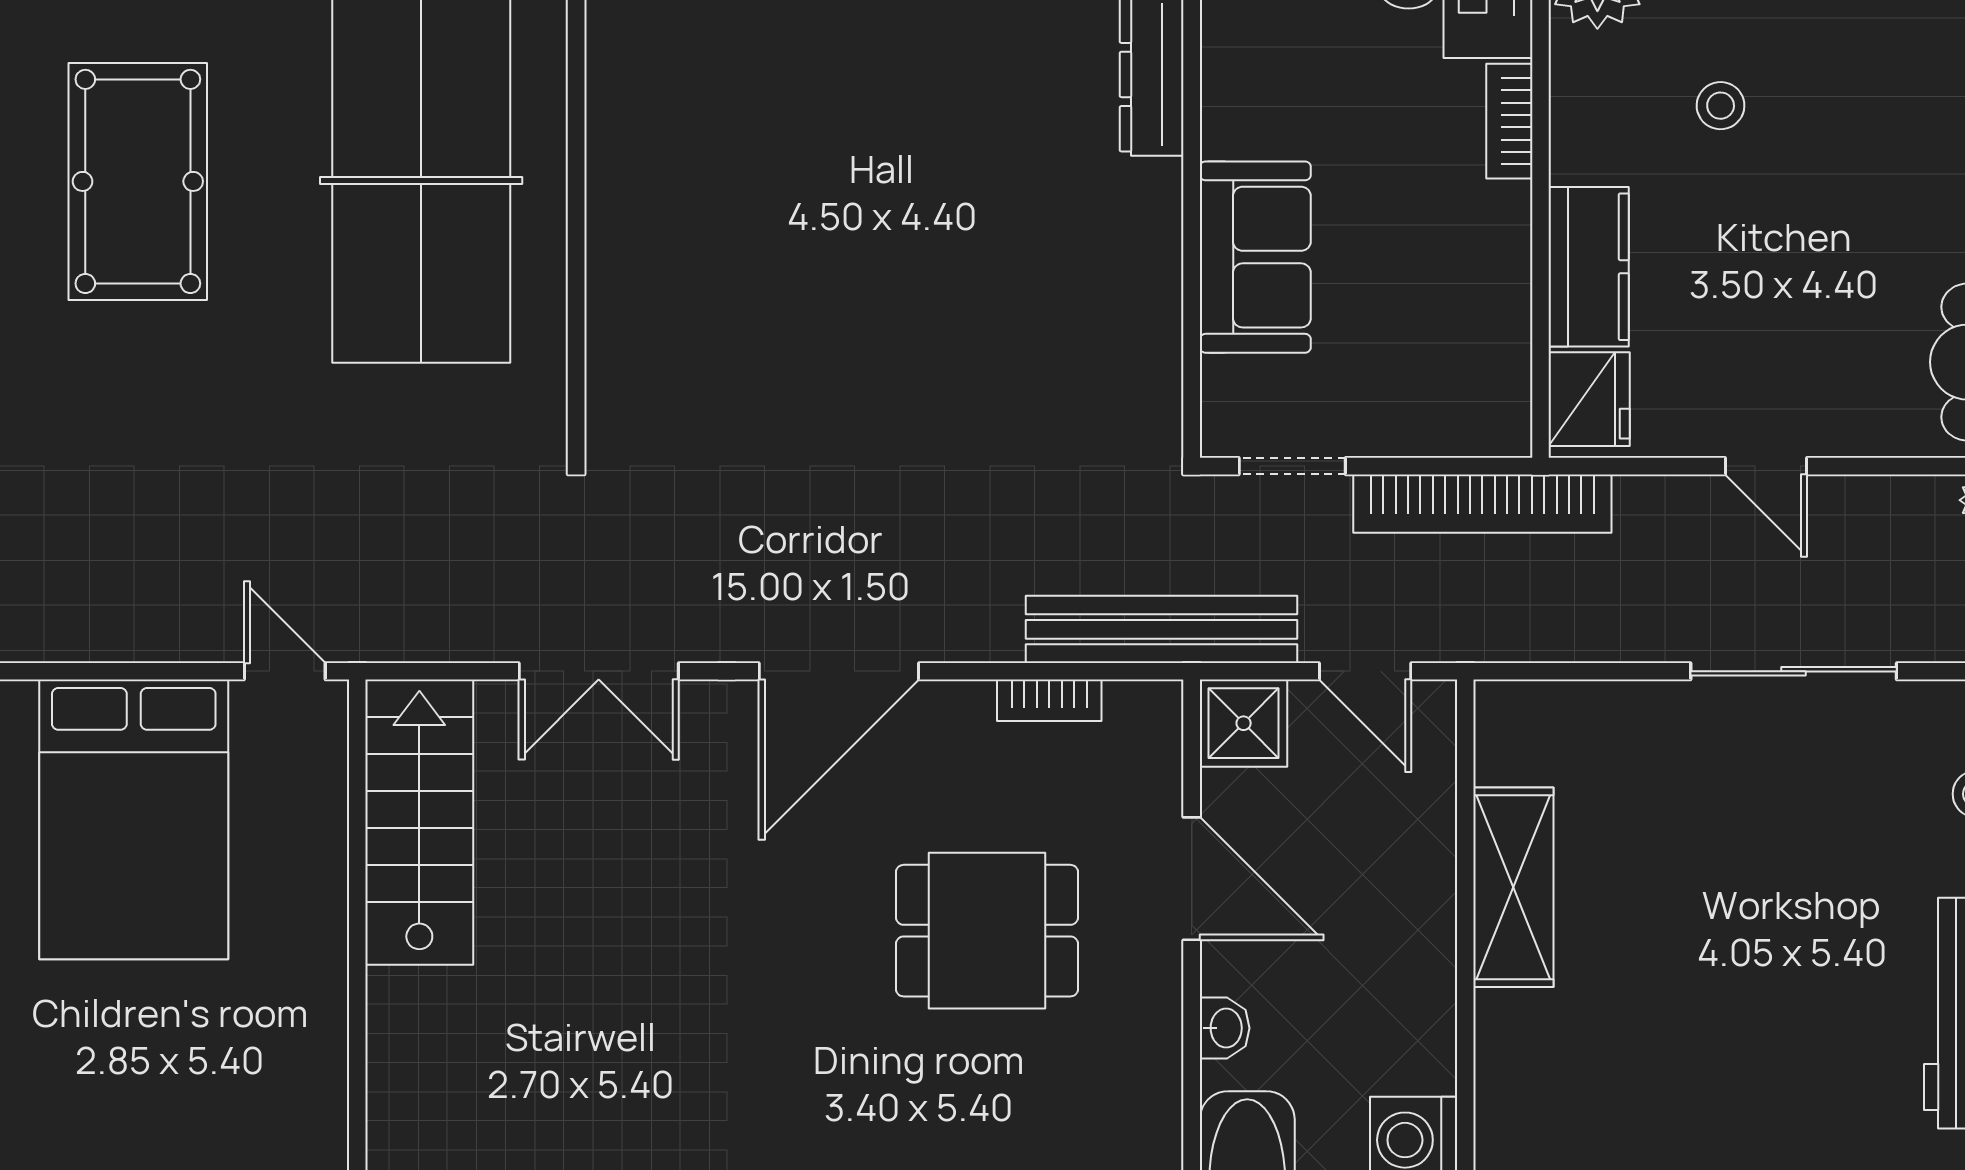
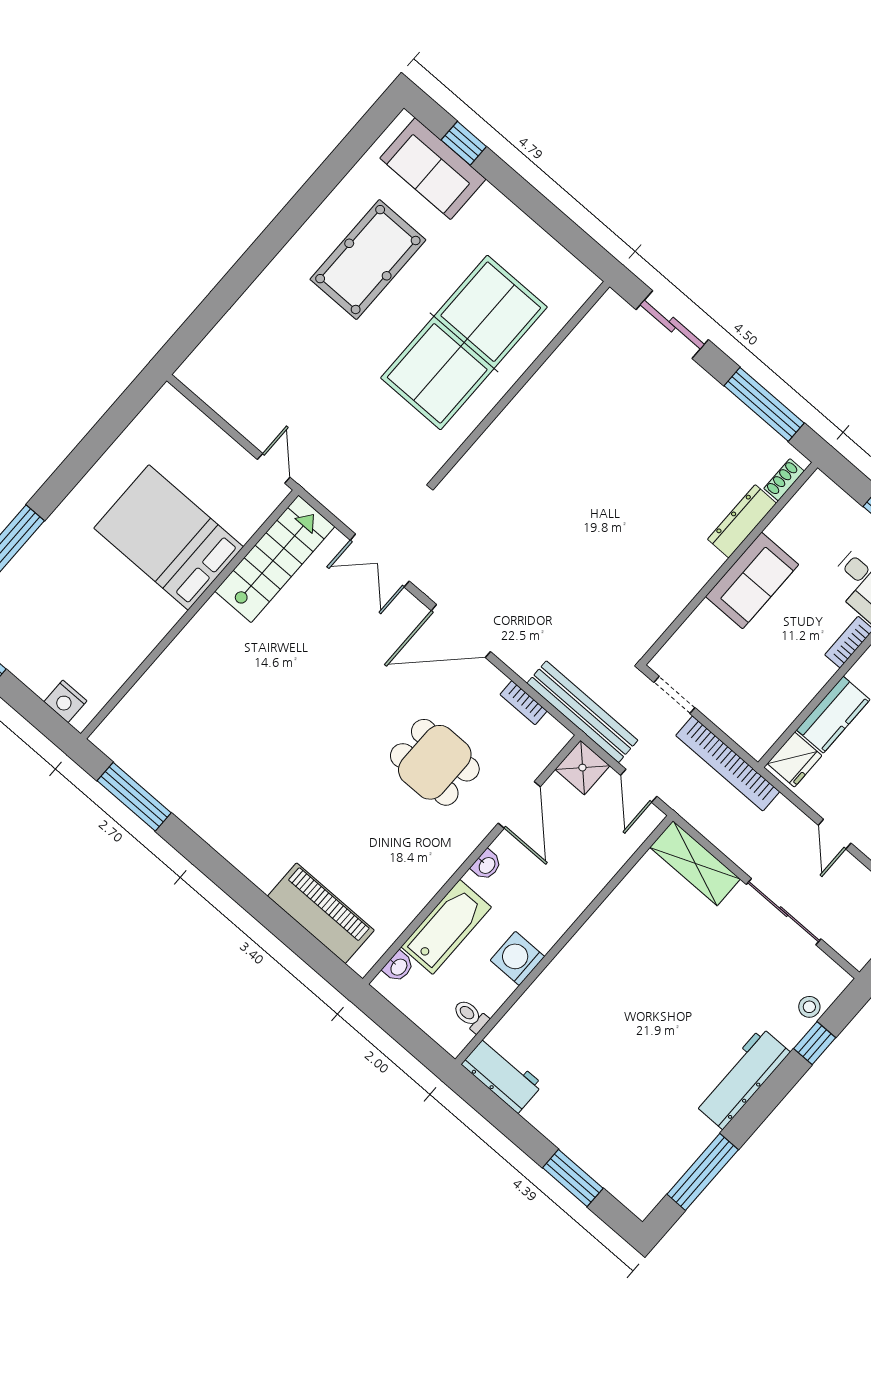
sofa: (1255, 257) -> (752, 580), moved
bed: (134, 819) -> (169, 537), moved, turned 90
shelving: (1513, 887) -> (695, 863), moved, turned 90

